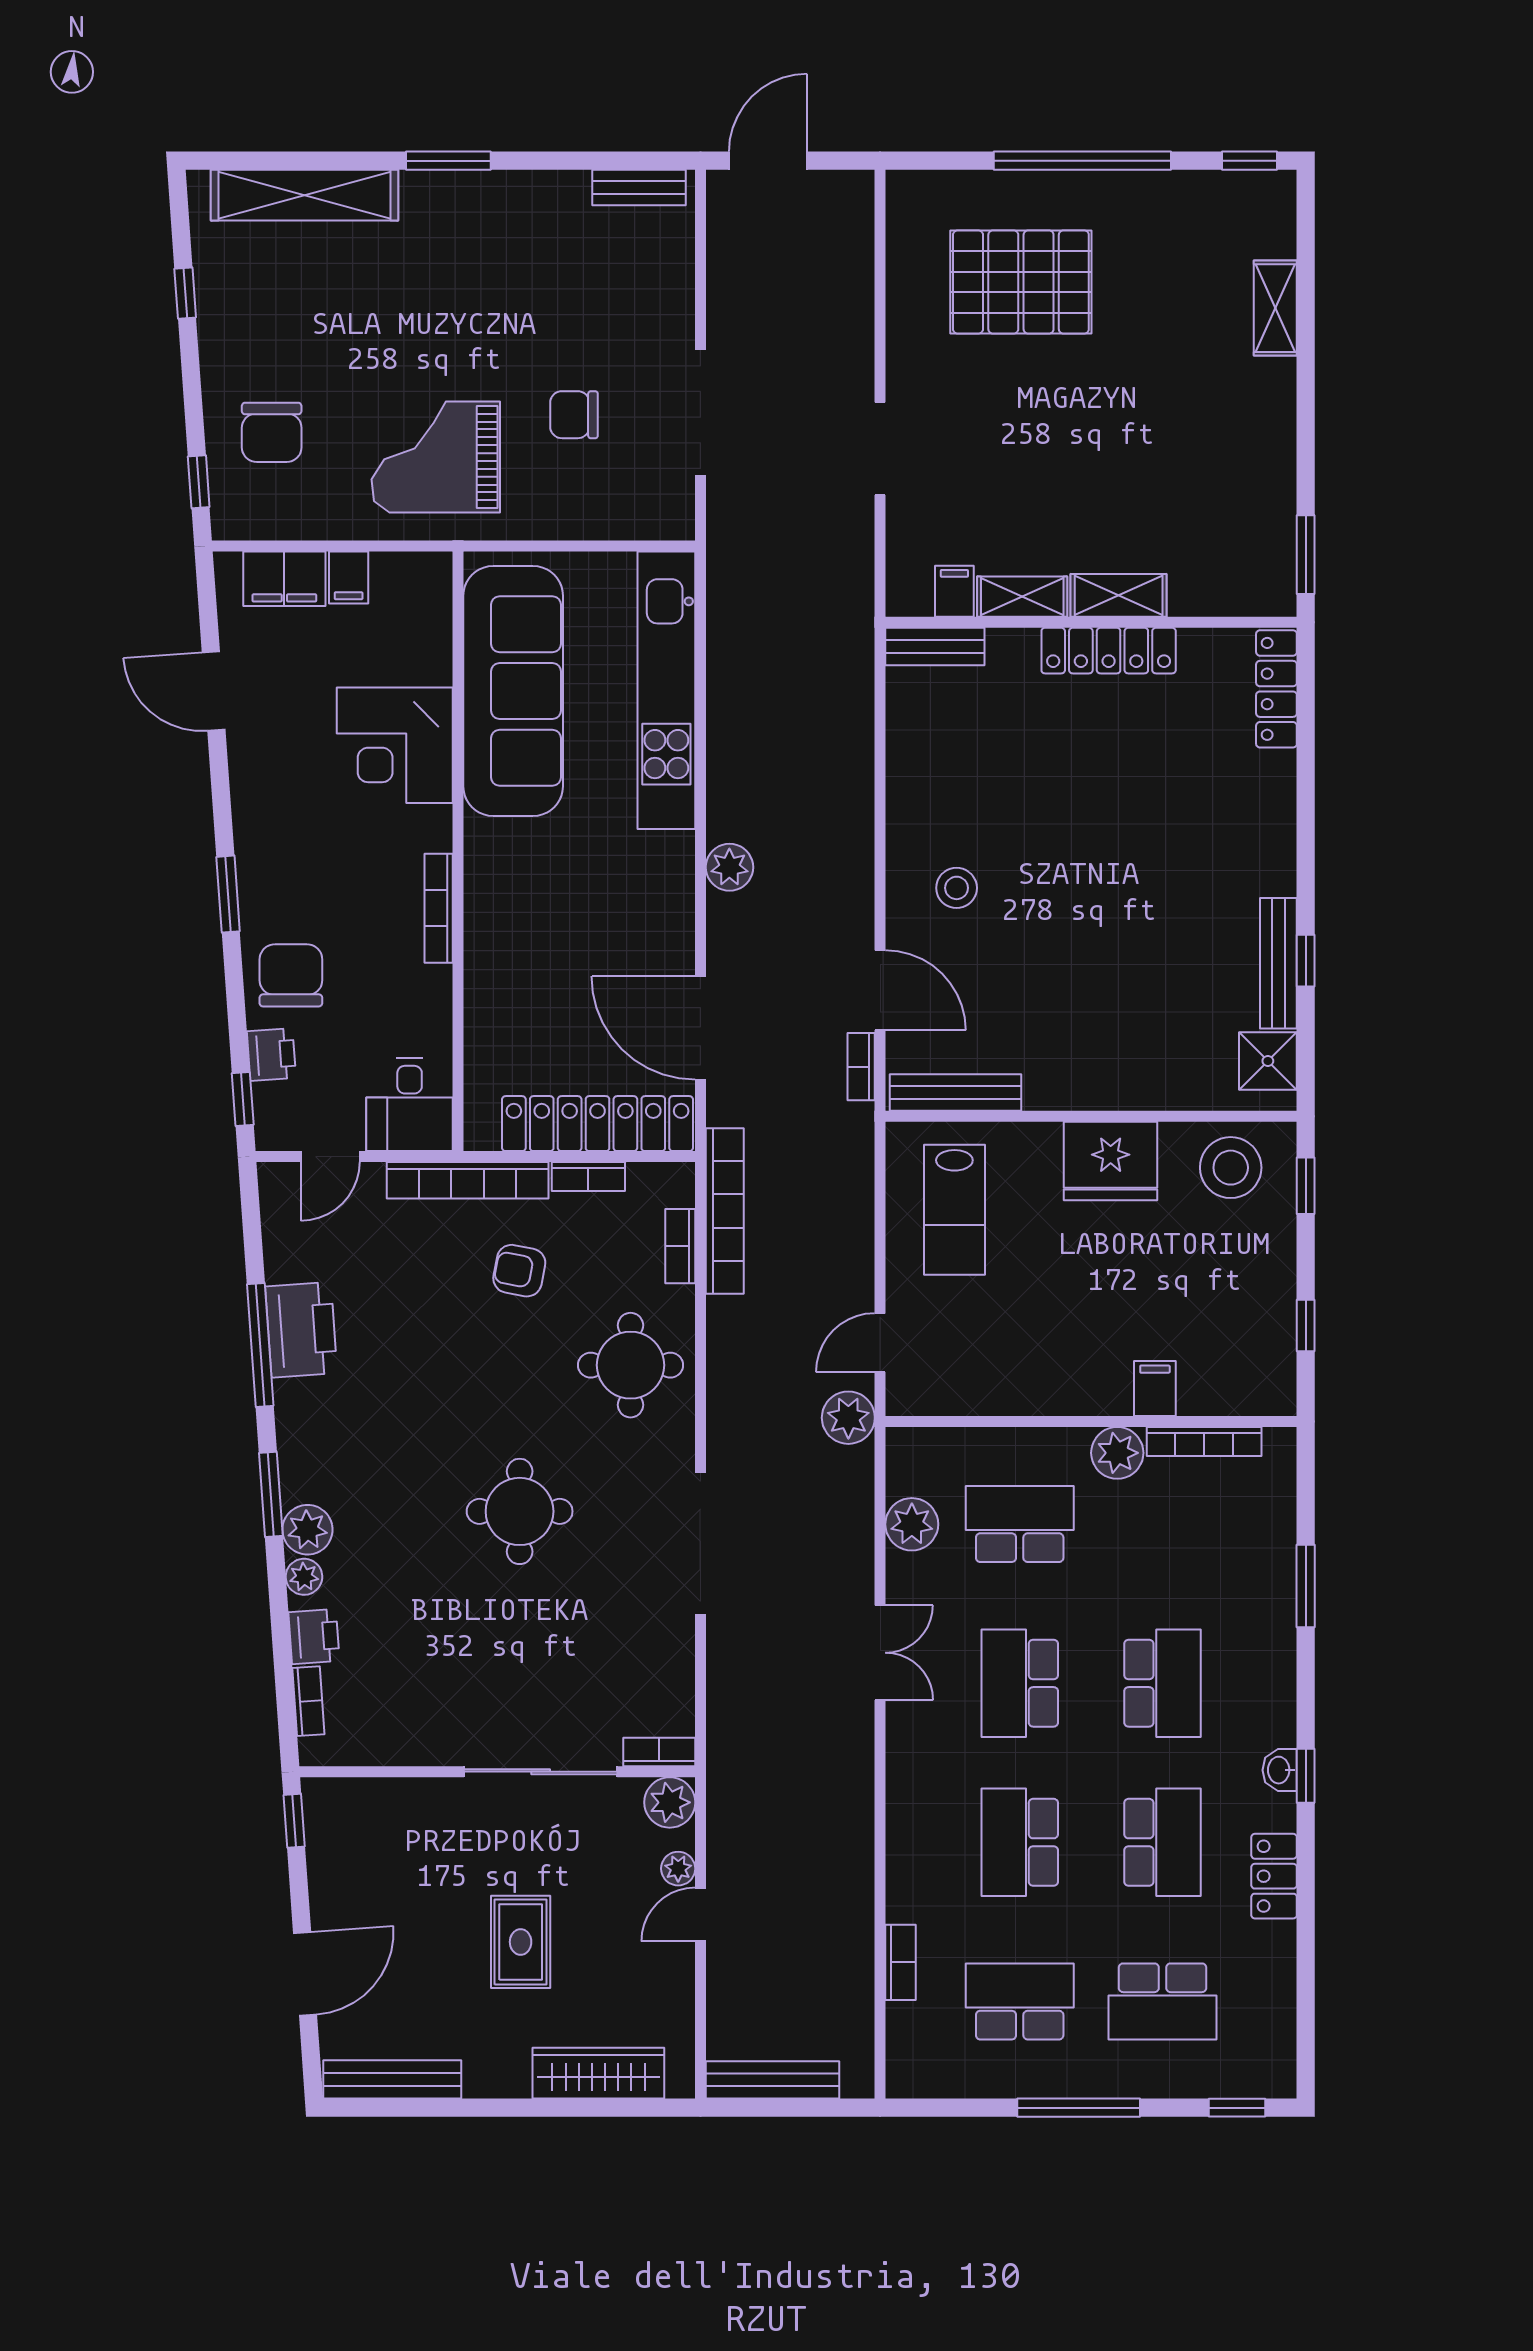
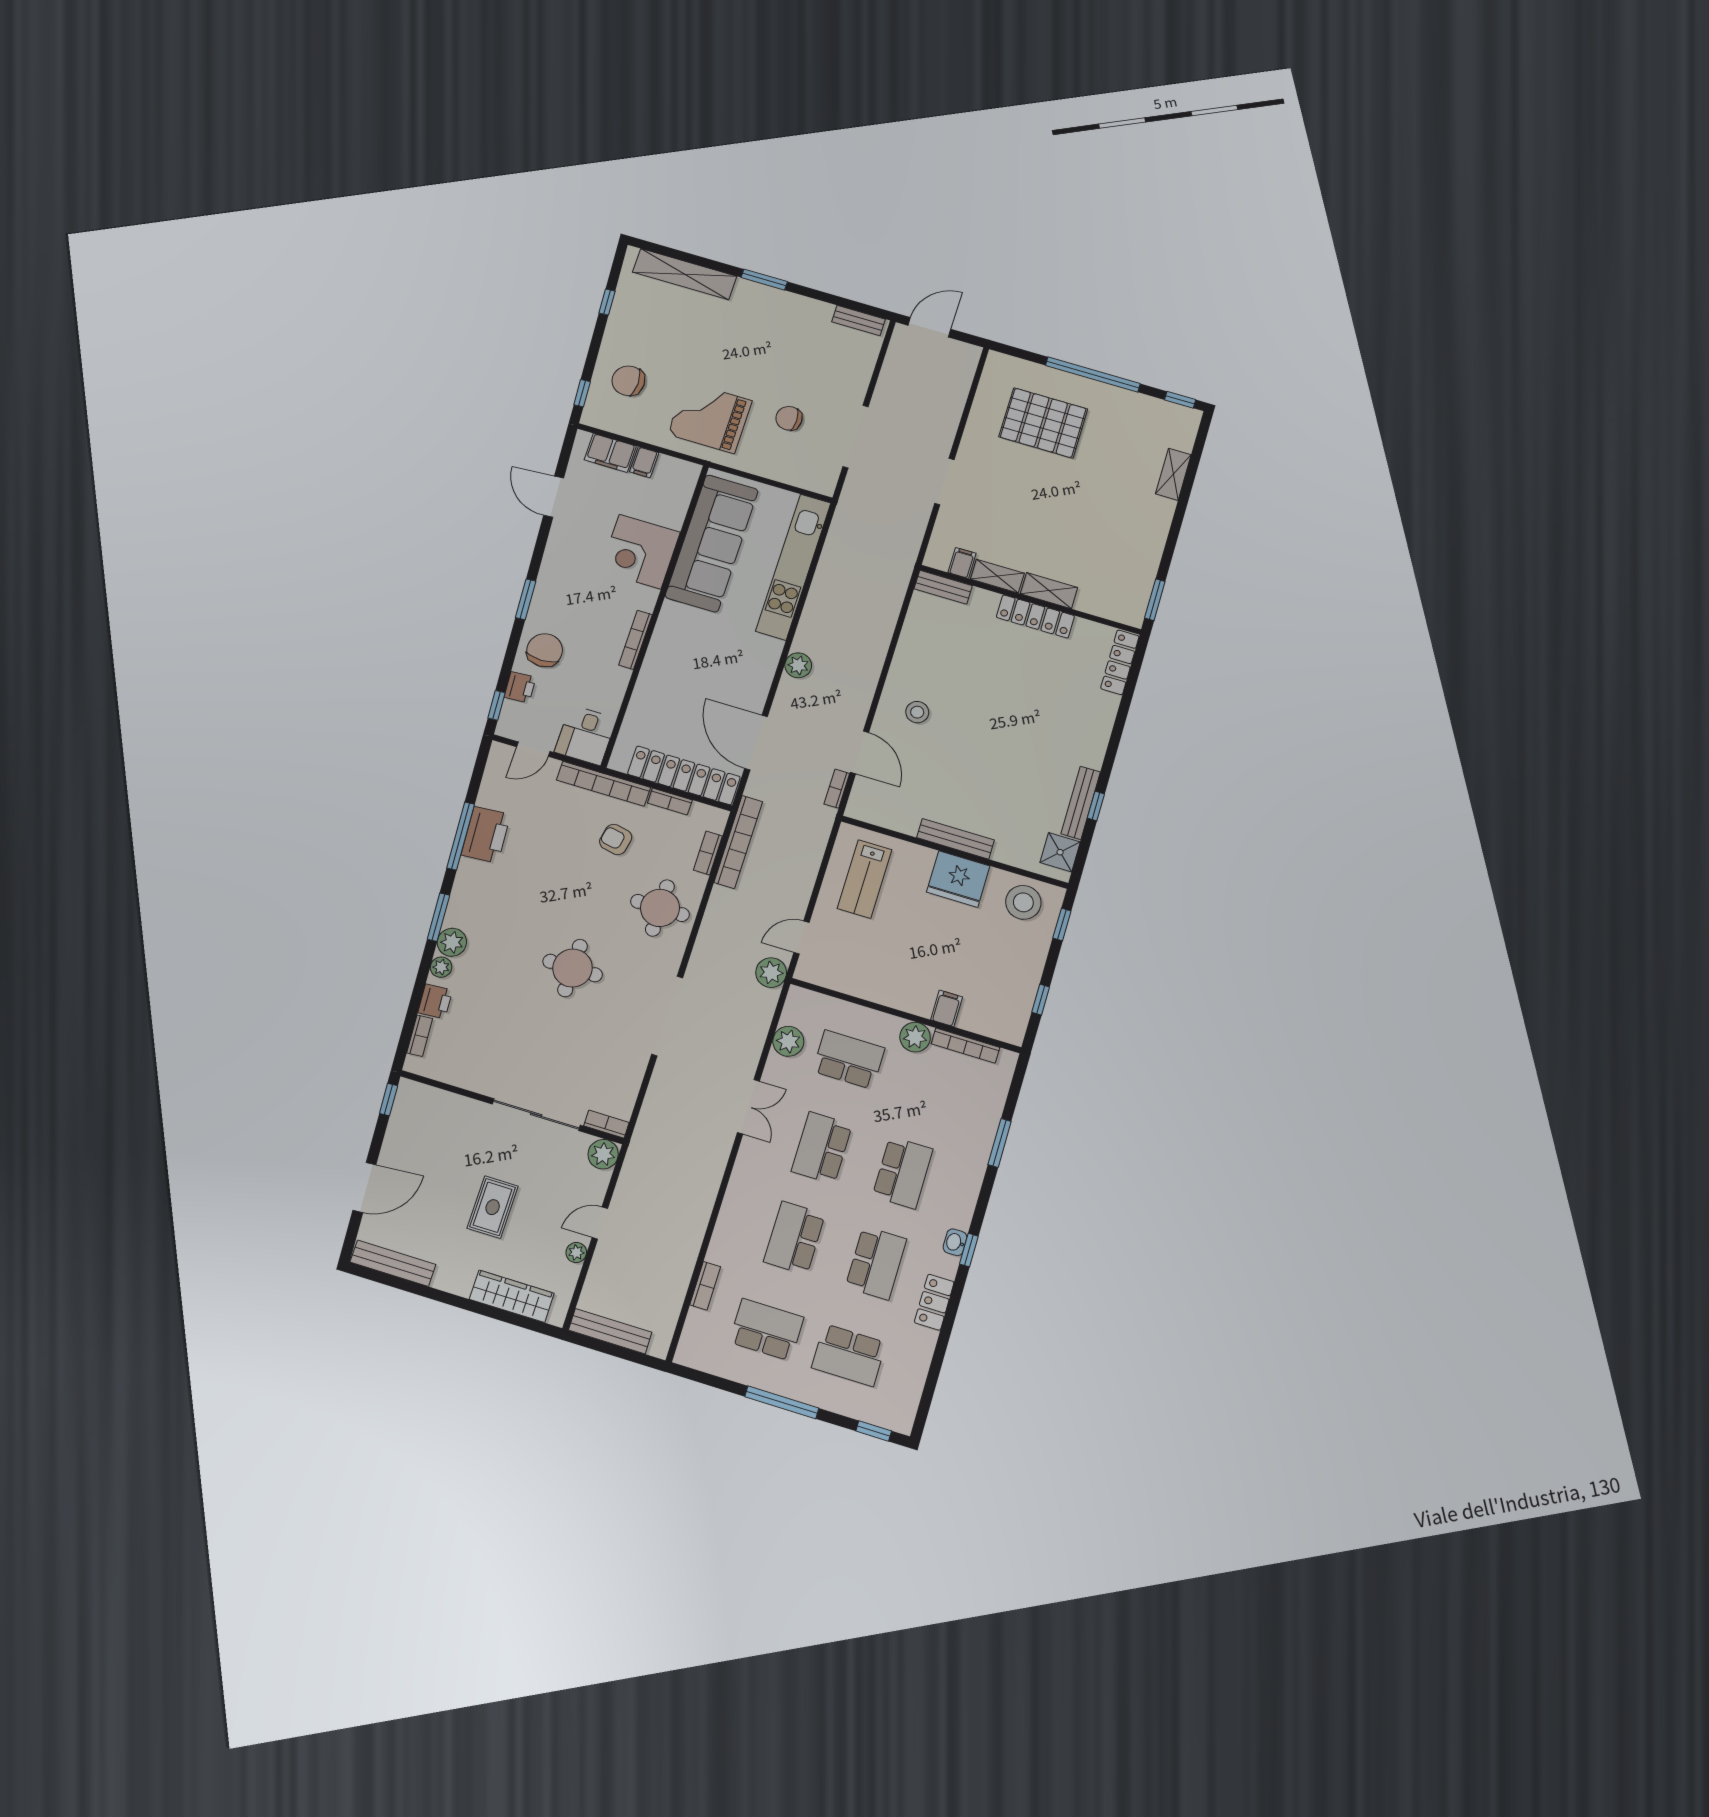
chair: (272, 432) -> (628, 381), turned 90
bench: (956, 1092) -> (955, 839), moved
plant: (678, 1869) -> (576, 1252), moved

